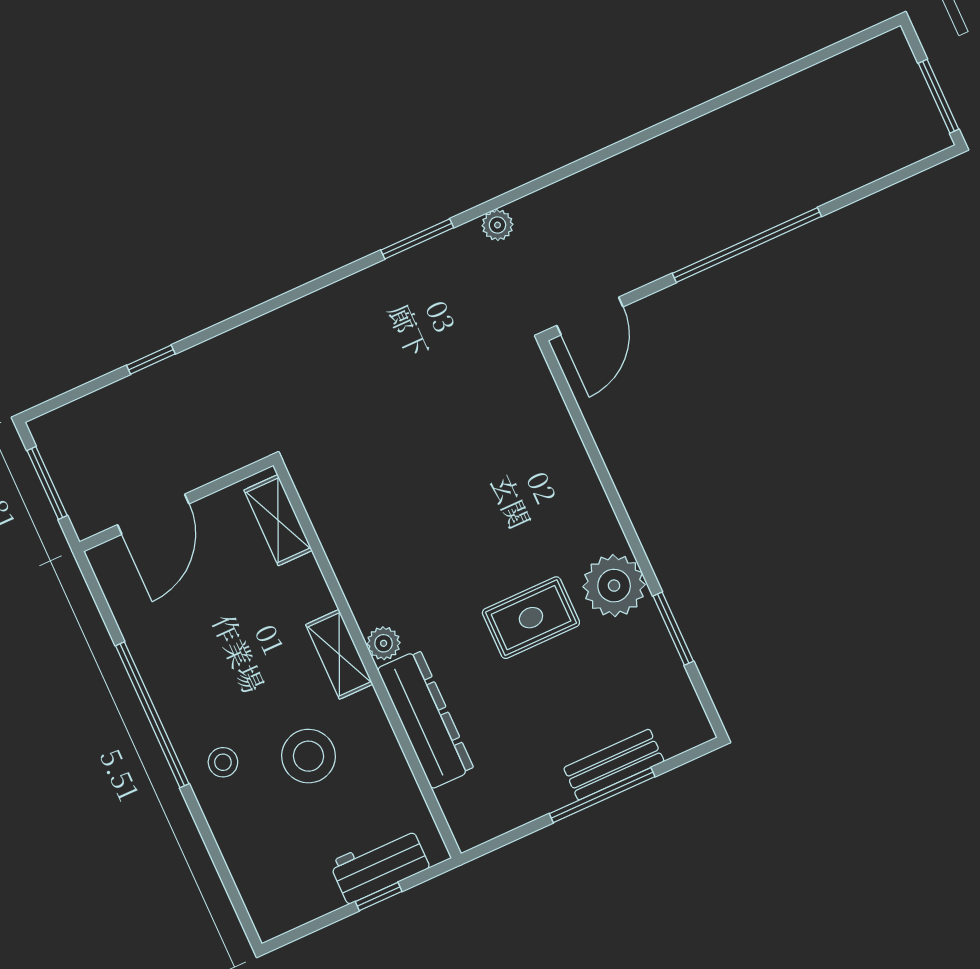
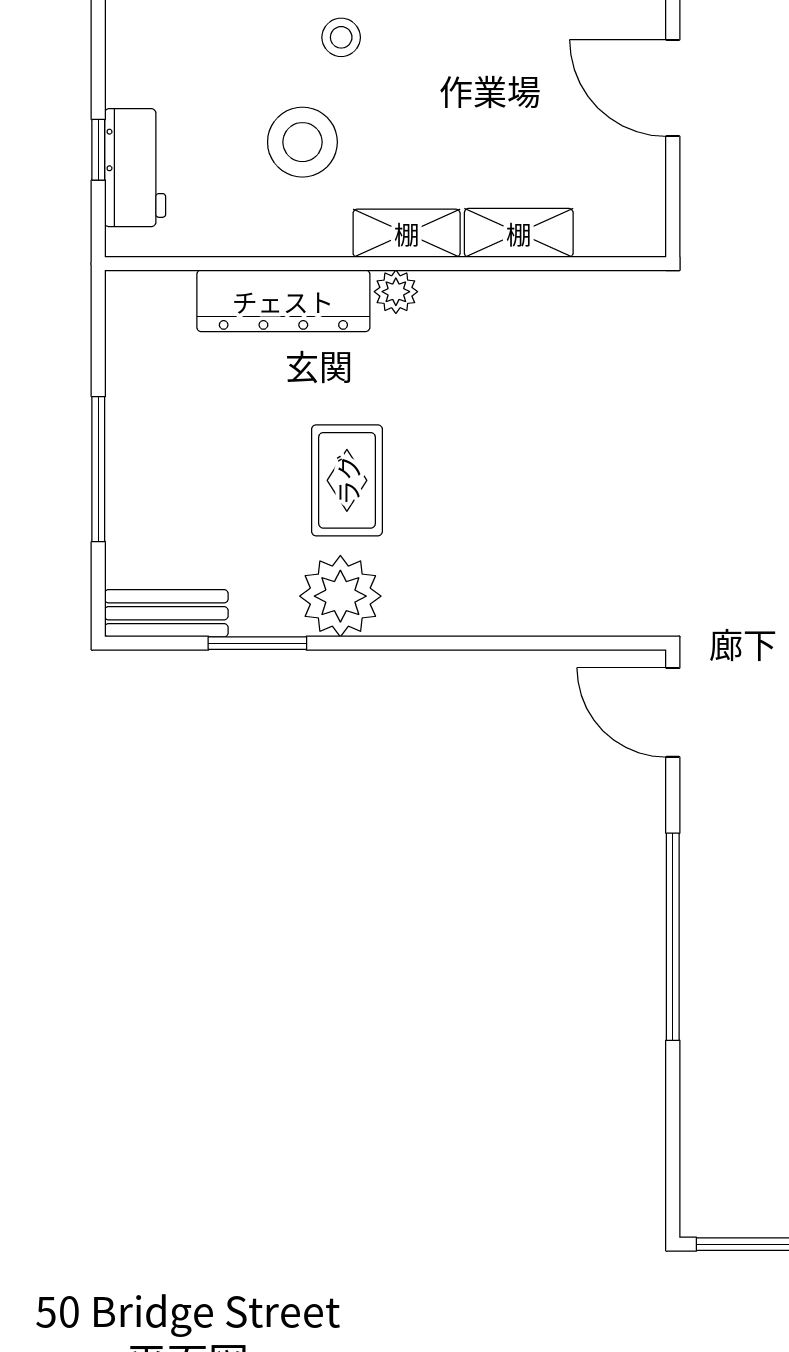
shelving: (278, 520) -> (519, 233), moved
bench: (614, 765) -> (166, 613), moved, turned 90

